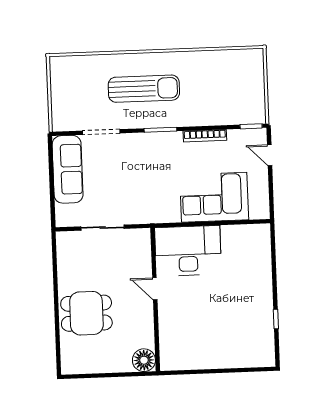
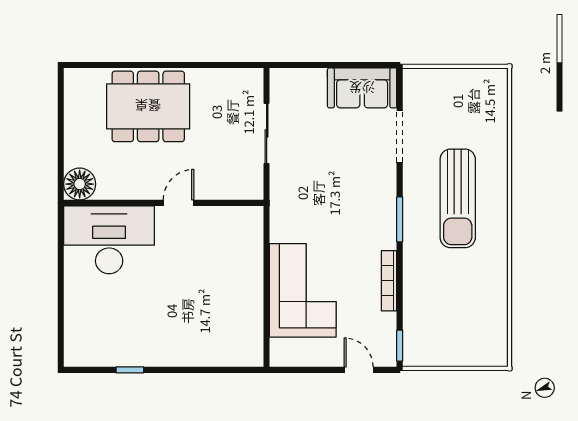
door: (270, 155) -> (359, 370), hinge flipped
sofa: (68, 169) -> (362, 88), width x0.73
desk: (188, 251) -> (109, 240), moved, turned -90
dining table: (86, 313) -> (148, 106), width x1.38

